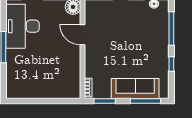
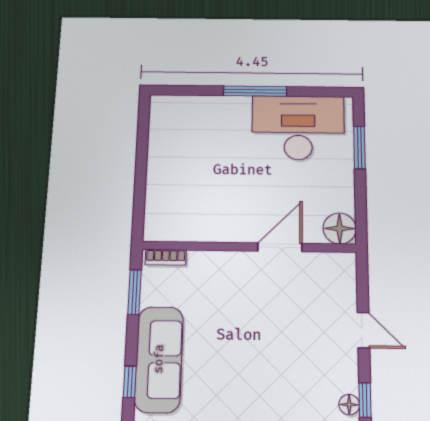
window: (145, 101) -> (130, 382), width x0.46

